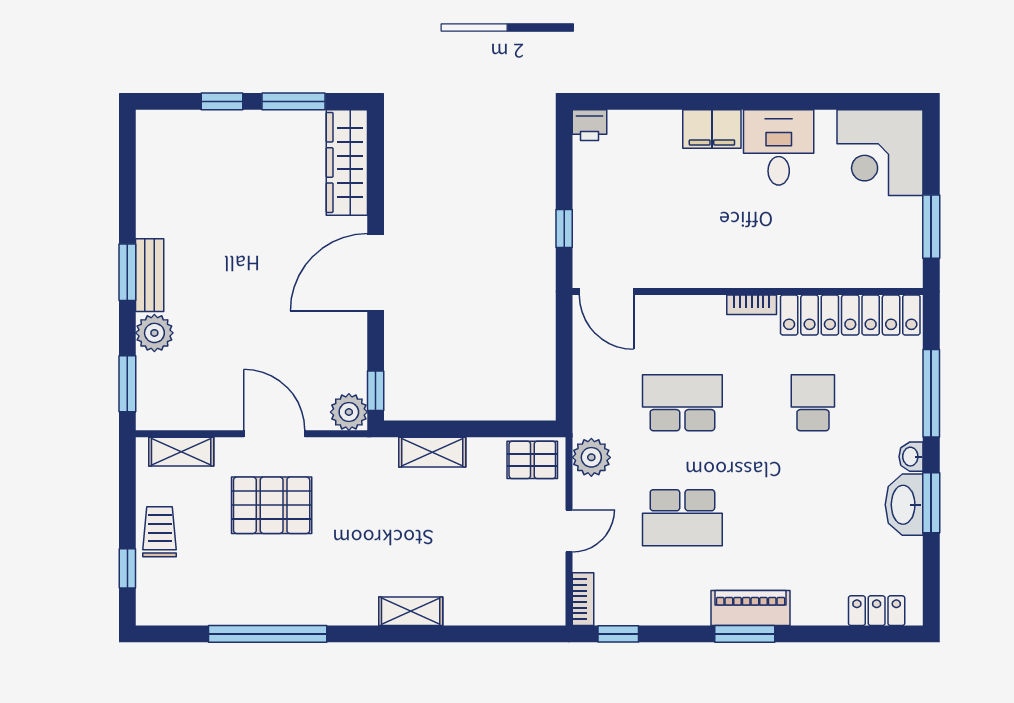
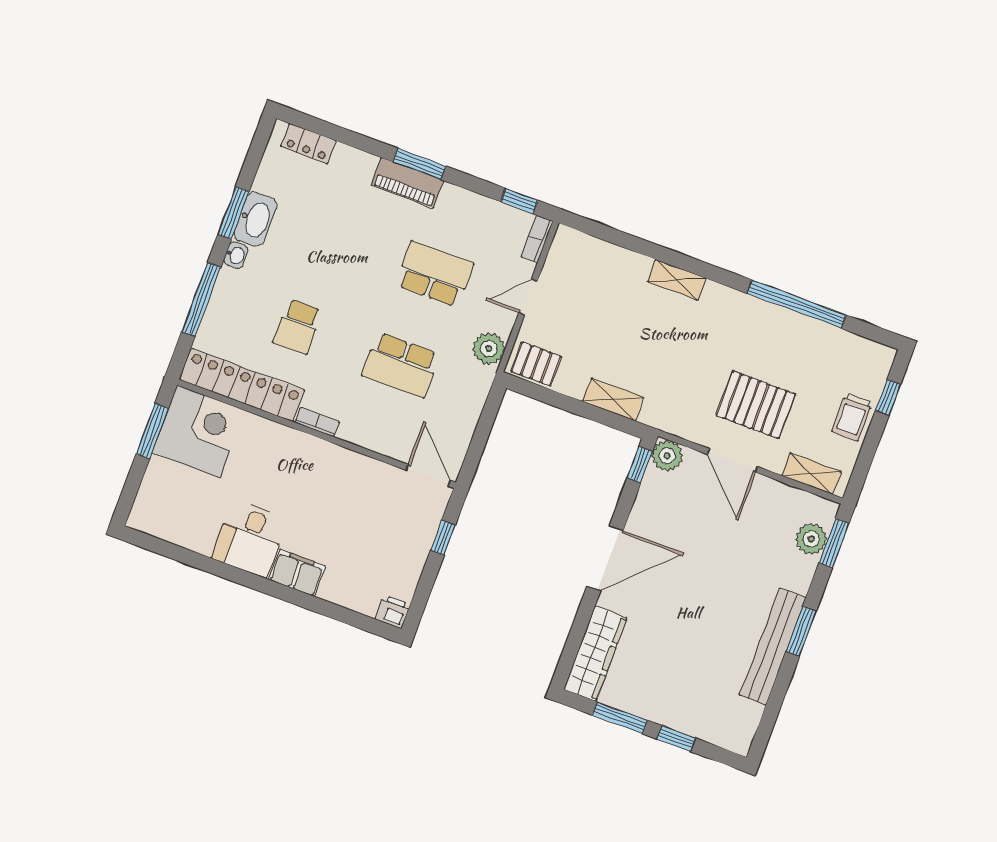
corner desk: (880, 153) -> (198, 431), moved
bench: (150, 275) -> (773, 647), width x1.86, depth x1.21
plant: (154, 333) -> (811, 539), moved

